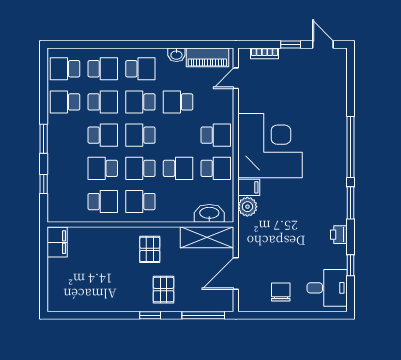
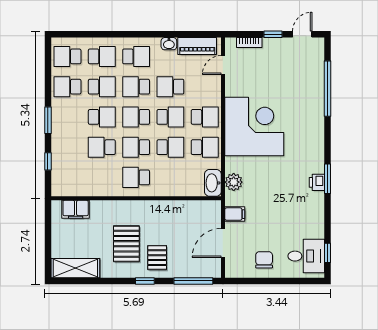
door: (323, 44) -> (302, 34), hinge flipped
window: (351, 147) -> (328, 89), moved
filing cabinet: (249, 187) -> (235, 214), moved
school desk: (103, 202) -> (170, 117), moved
washbasin: (209, 213) -> (213, 183), moved, turned -90
printer: (339, 235) -> (317, 182), moved
shelving: (207, 237) -> (75, 268), moved
filing cabinet: (57, 242) -> (76, 209), moved, turned 90
pallet: (150, 249) -> (126, 244), moved, width x1.50, depth x1.42
window: (351, 265) -> (328, 253), moved

